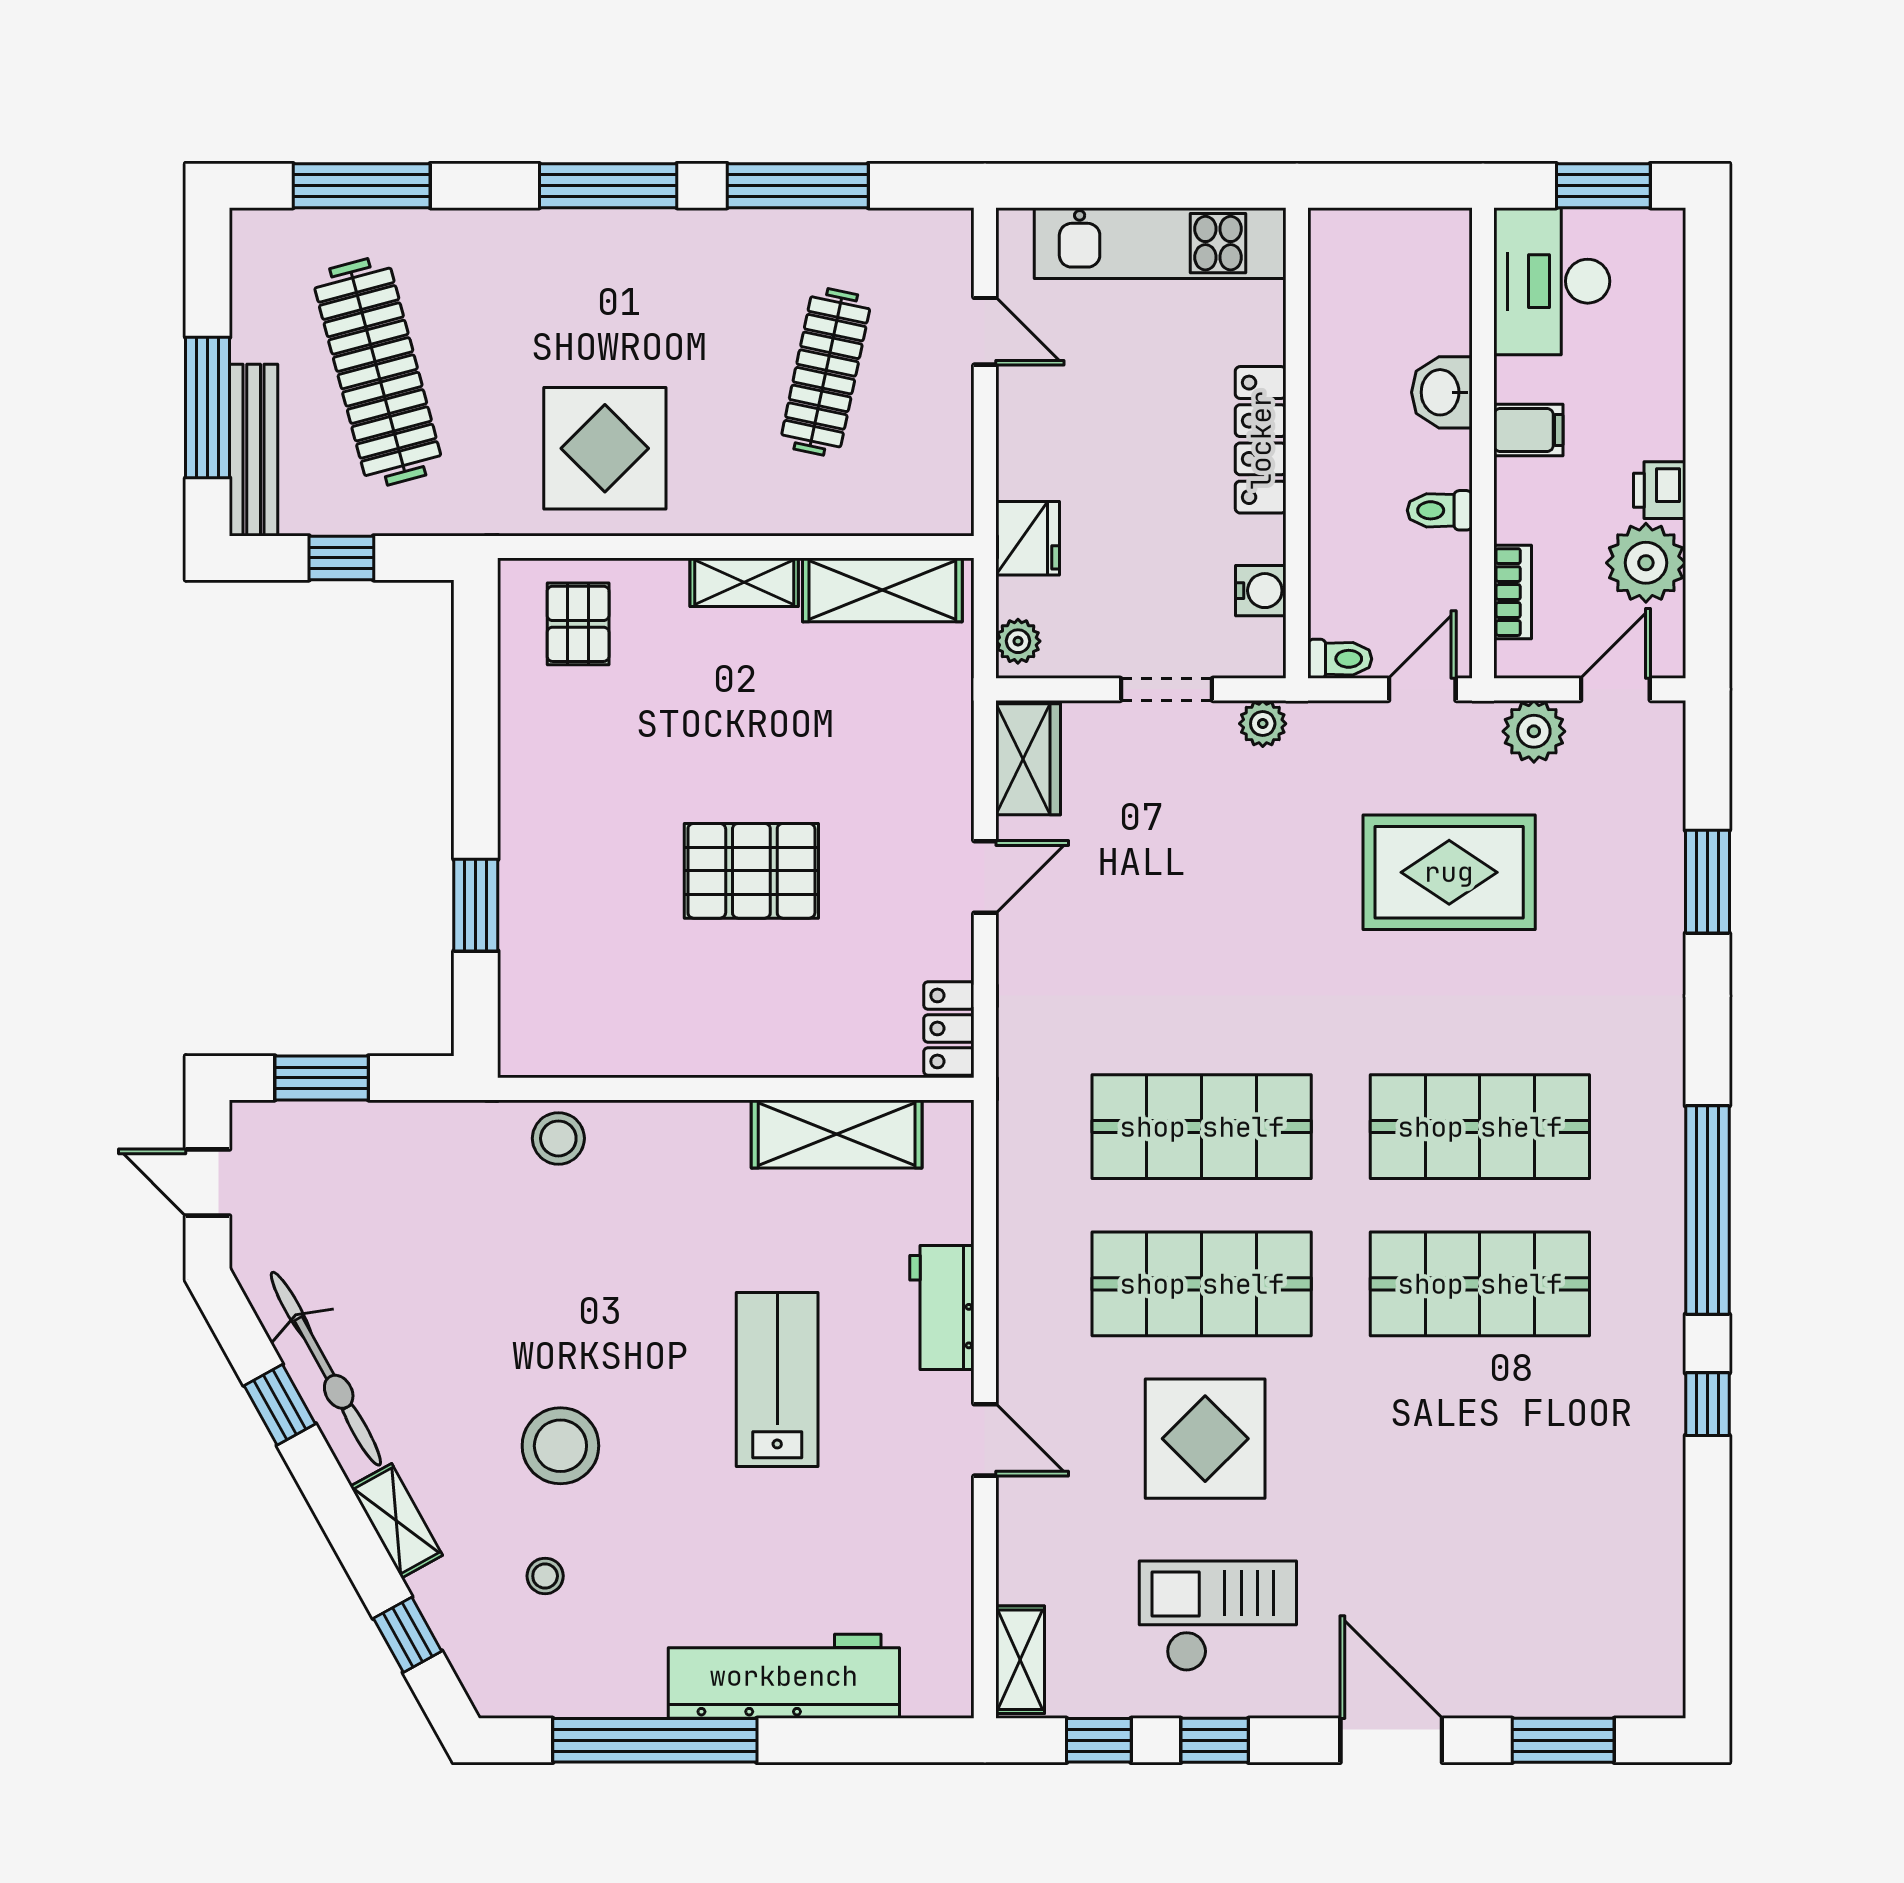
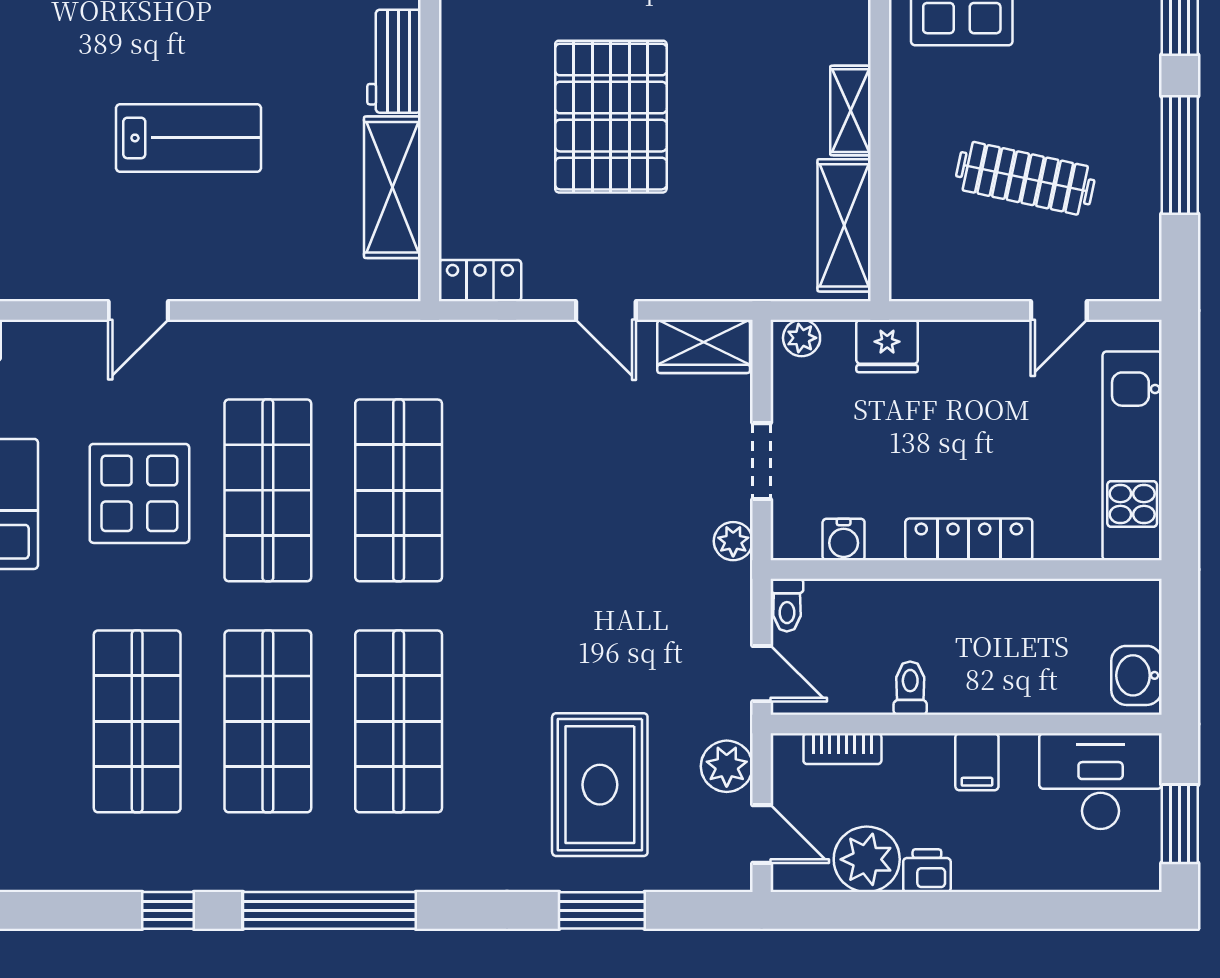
washbasin: (1442, 392) -> (1137, 675), moved, turned -90
pallet: (751, 871) -> (611, 117), width x1.37, depth x1.41
rug: (1449, 872) -> (600, 785), moved
workbench: (942, 1308) -> (394, 61), moved, turned -90
shop shelf: (1480, 1441) -> (137, 721), added

